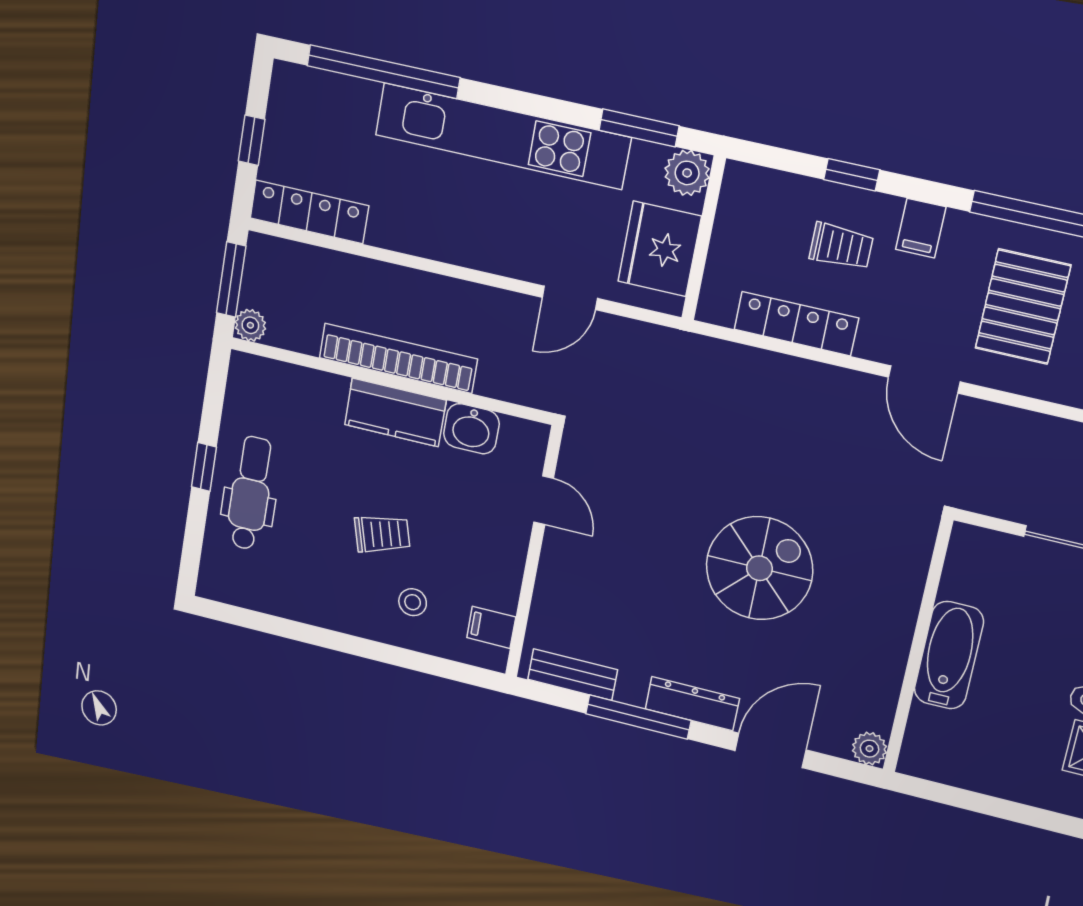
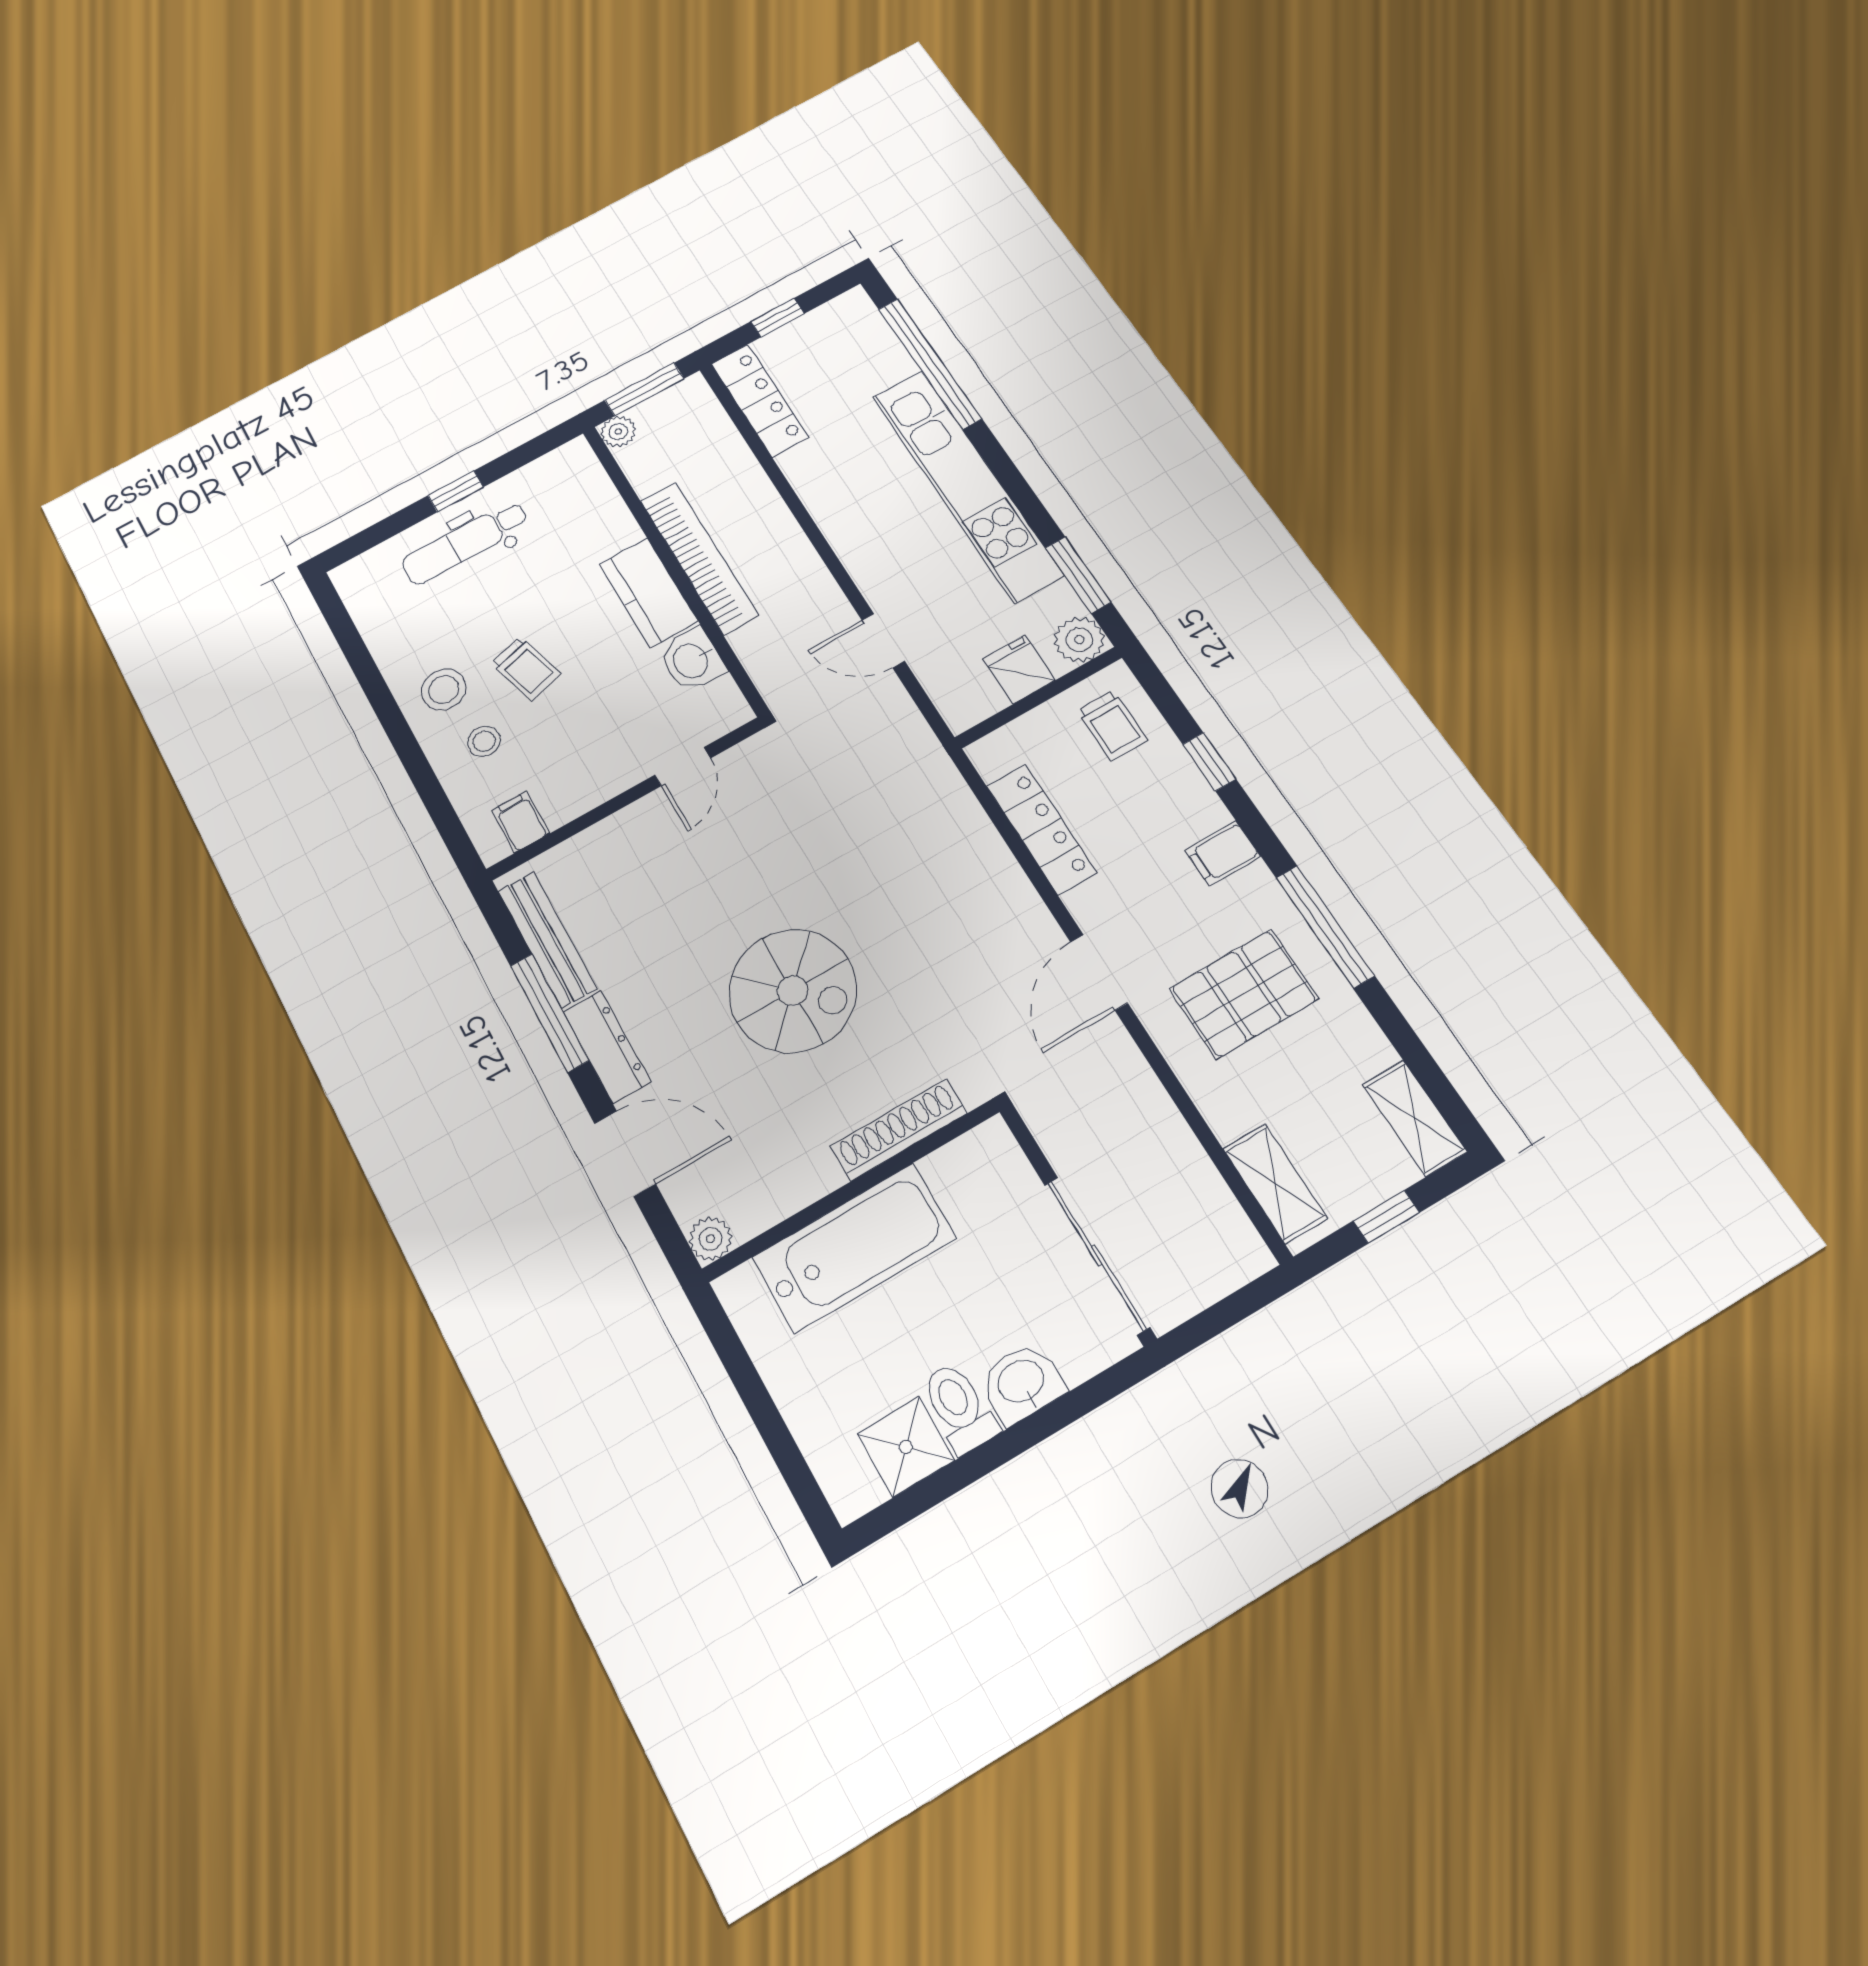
trolley: (841, 246) -> (1112, 726), moved
fridge: (660, 249) -> (1019, 669), width x0.53, depth x0.75
dental chair: (250, 493) -> (465, 542), turned 180
shoe rack: (907, 587) -> (899, 1130), added
stool: (351, 596) -> (444, 690), added
bathtub: (949, 655) -> (854, 1248), width x1.36, depth x1.36
bench: (573, 675) -> (547, 940), width x1.36

